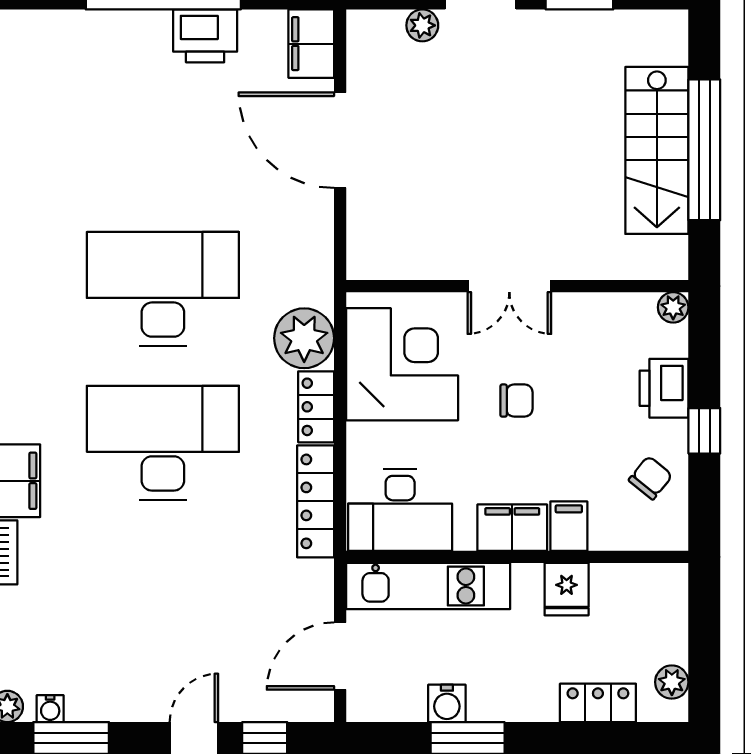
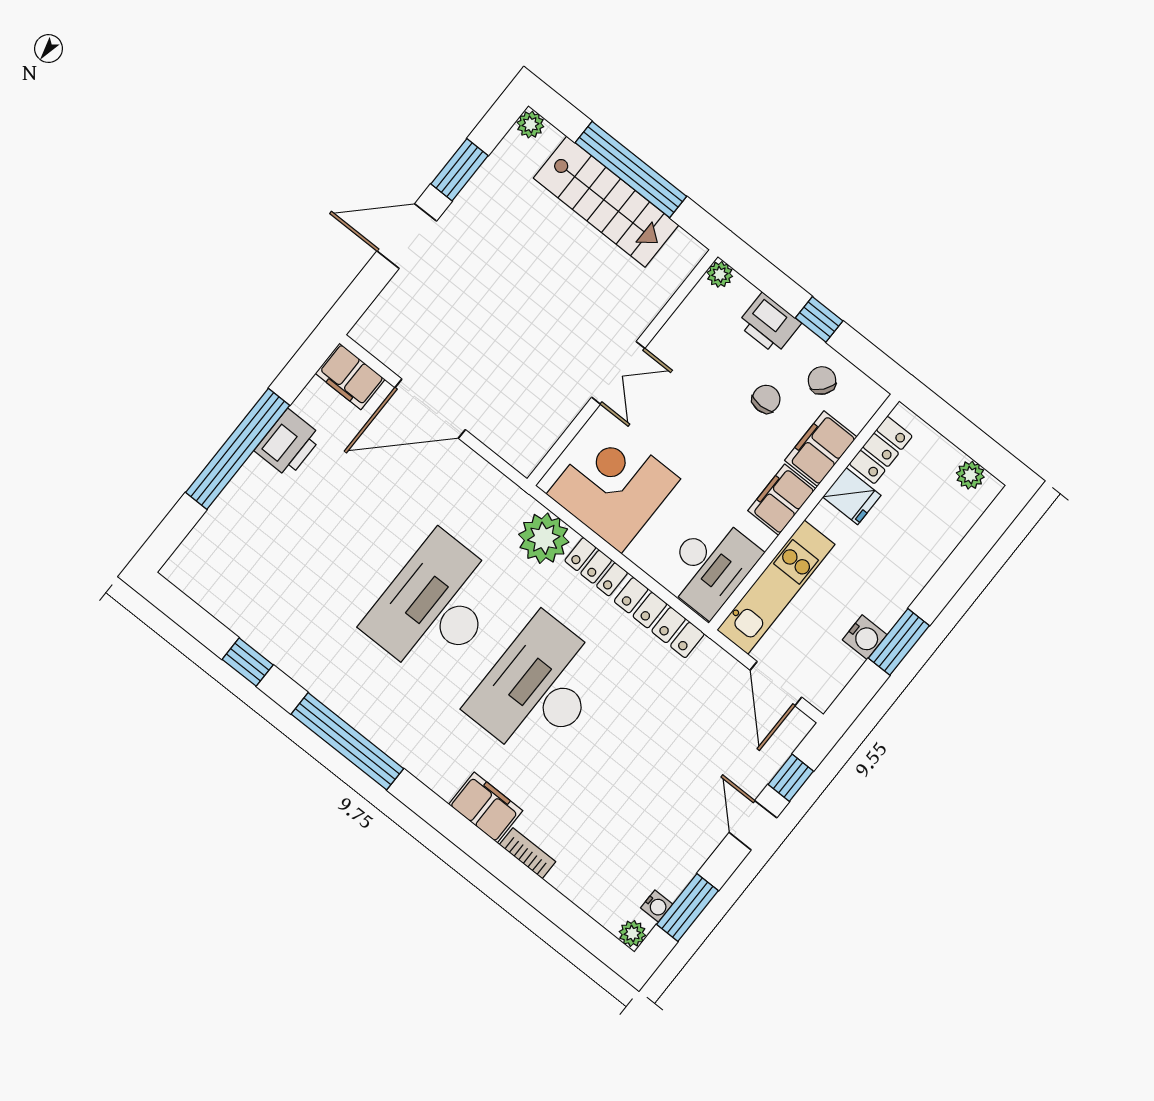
plant: (422, 25) -> (530, 125), moved
chair: (516, 401) -> (766, 399), moved
filing cabinet: (569, 526) -> (821, 449), width x2.00
locker: (598, 703) -> (881, 450), moved, turned 180

